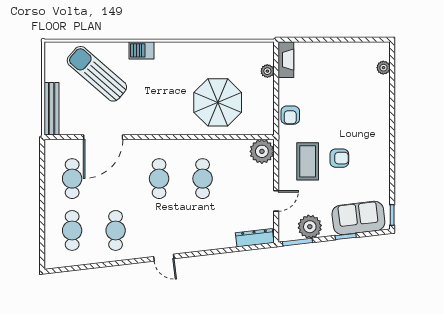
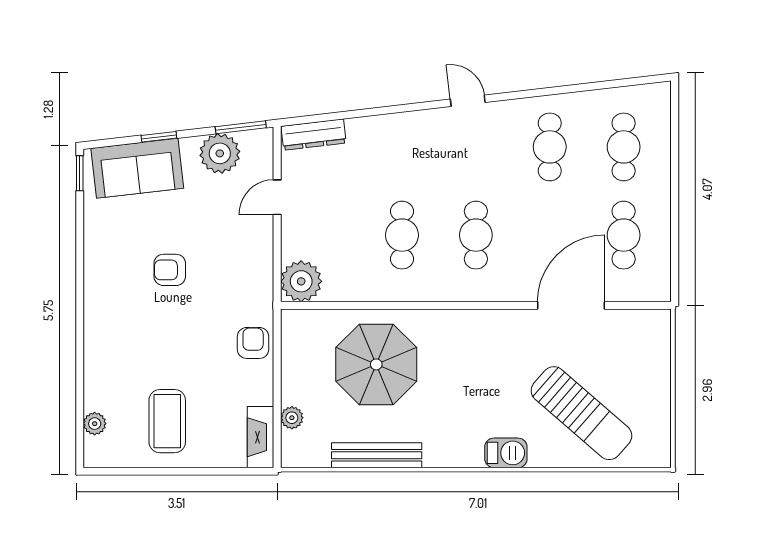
bench: (52, 109) -> (377, 455), moved, turned 90
coffee table: (308, 161) -> (167, 421), moved

